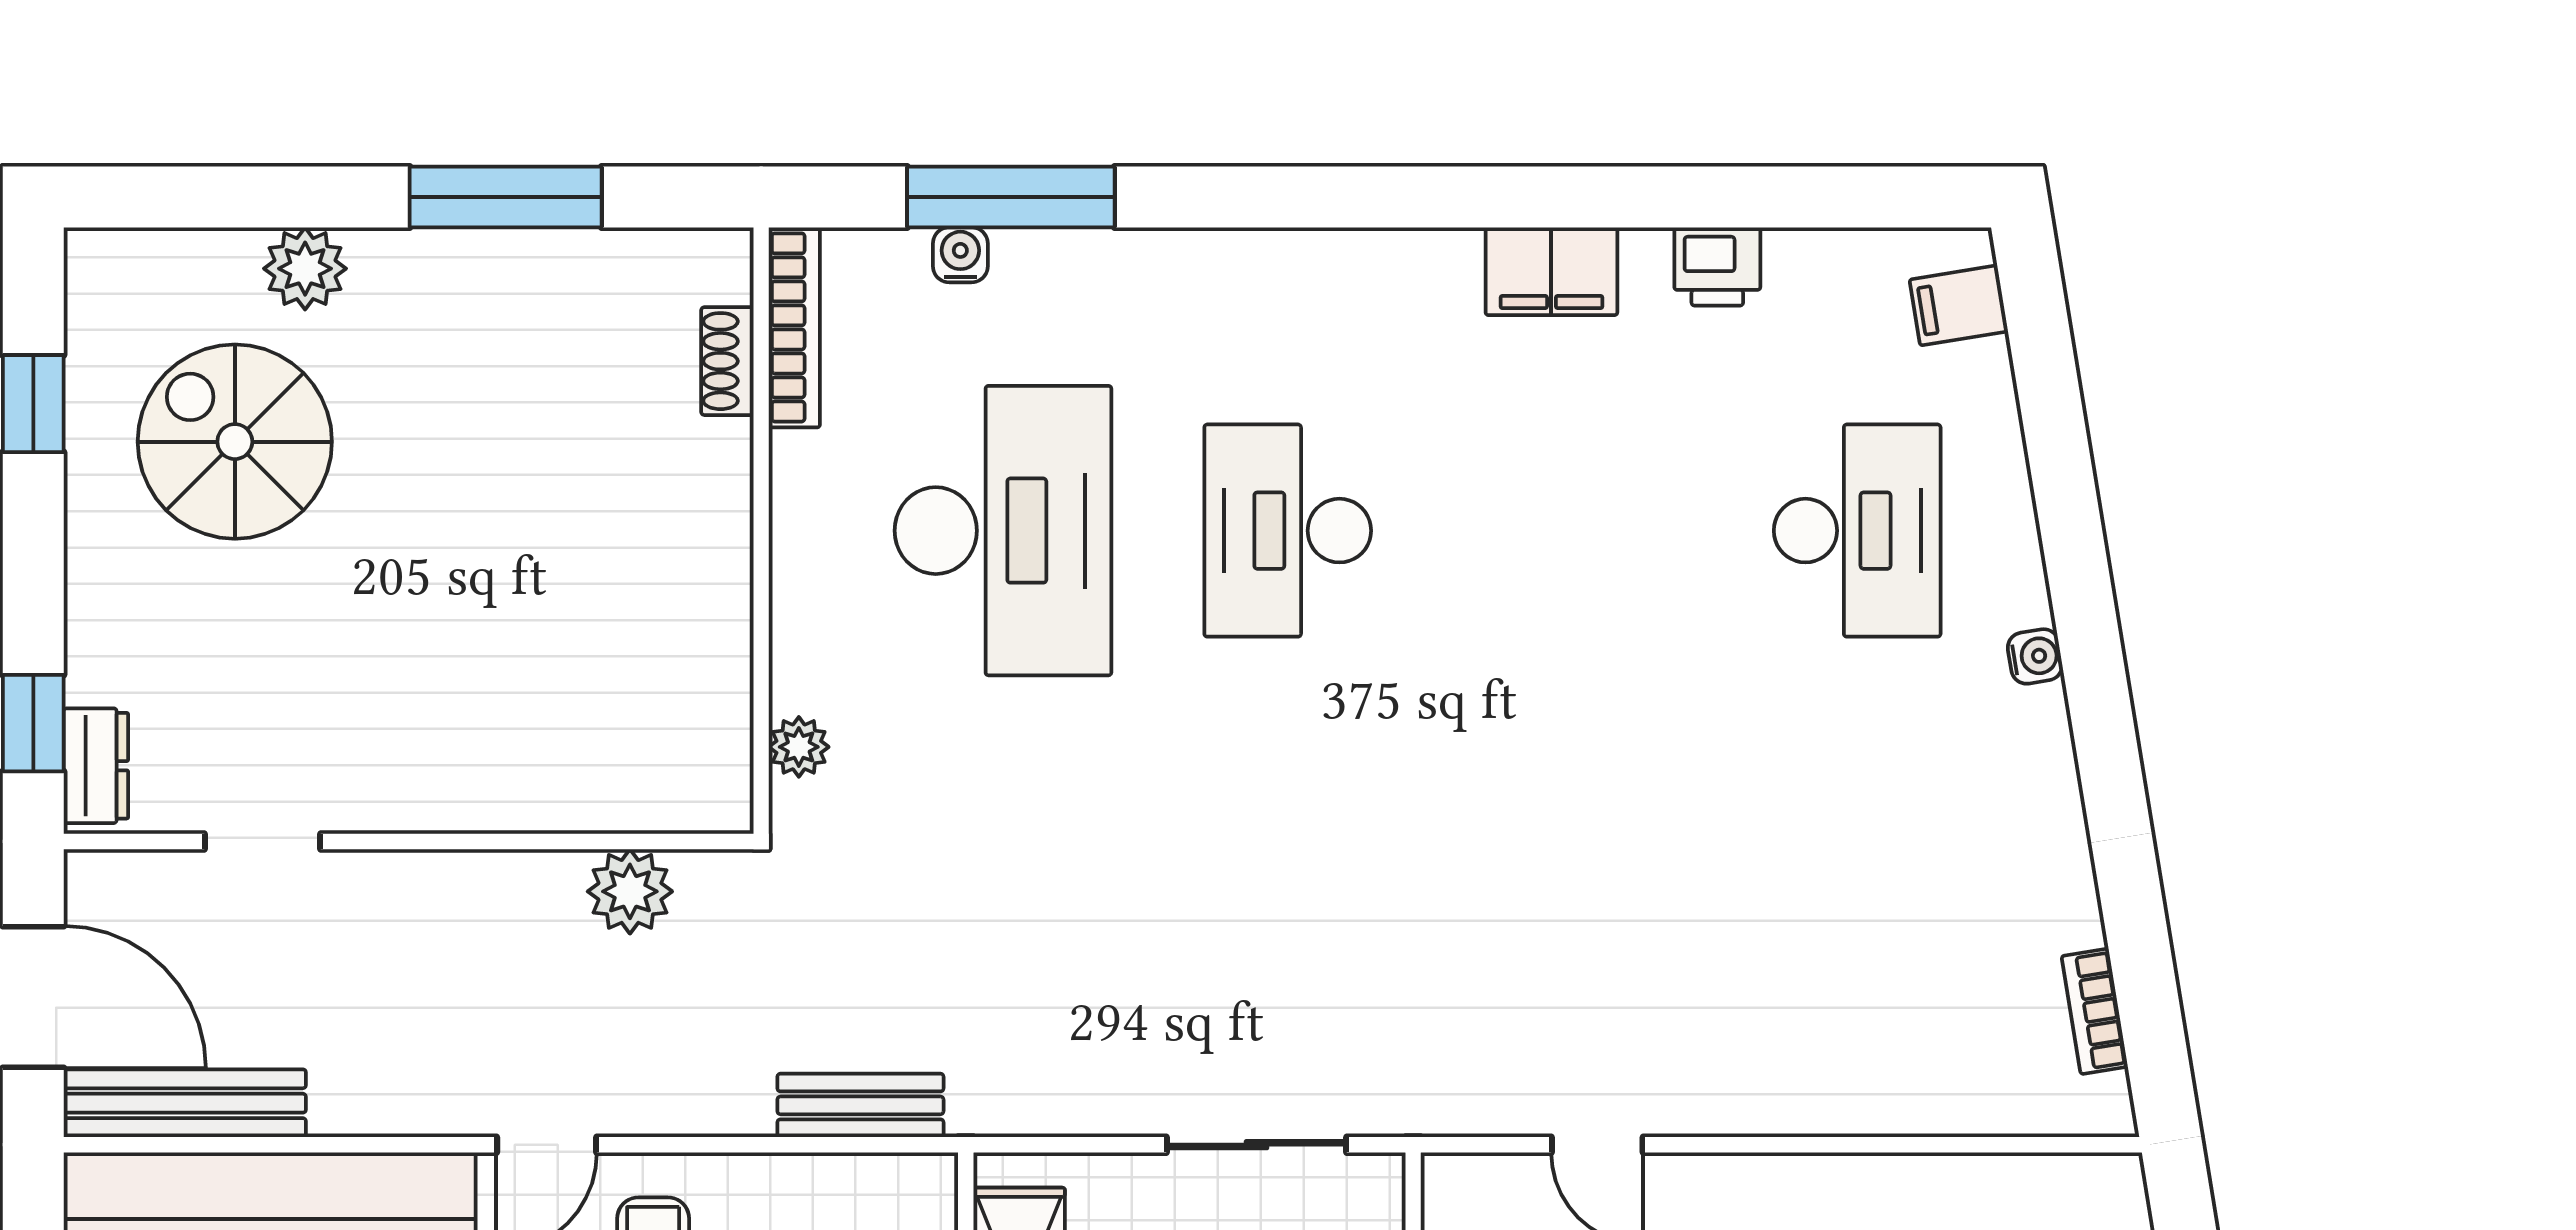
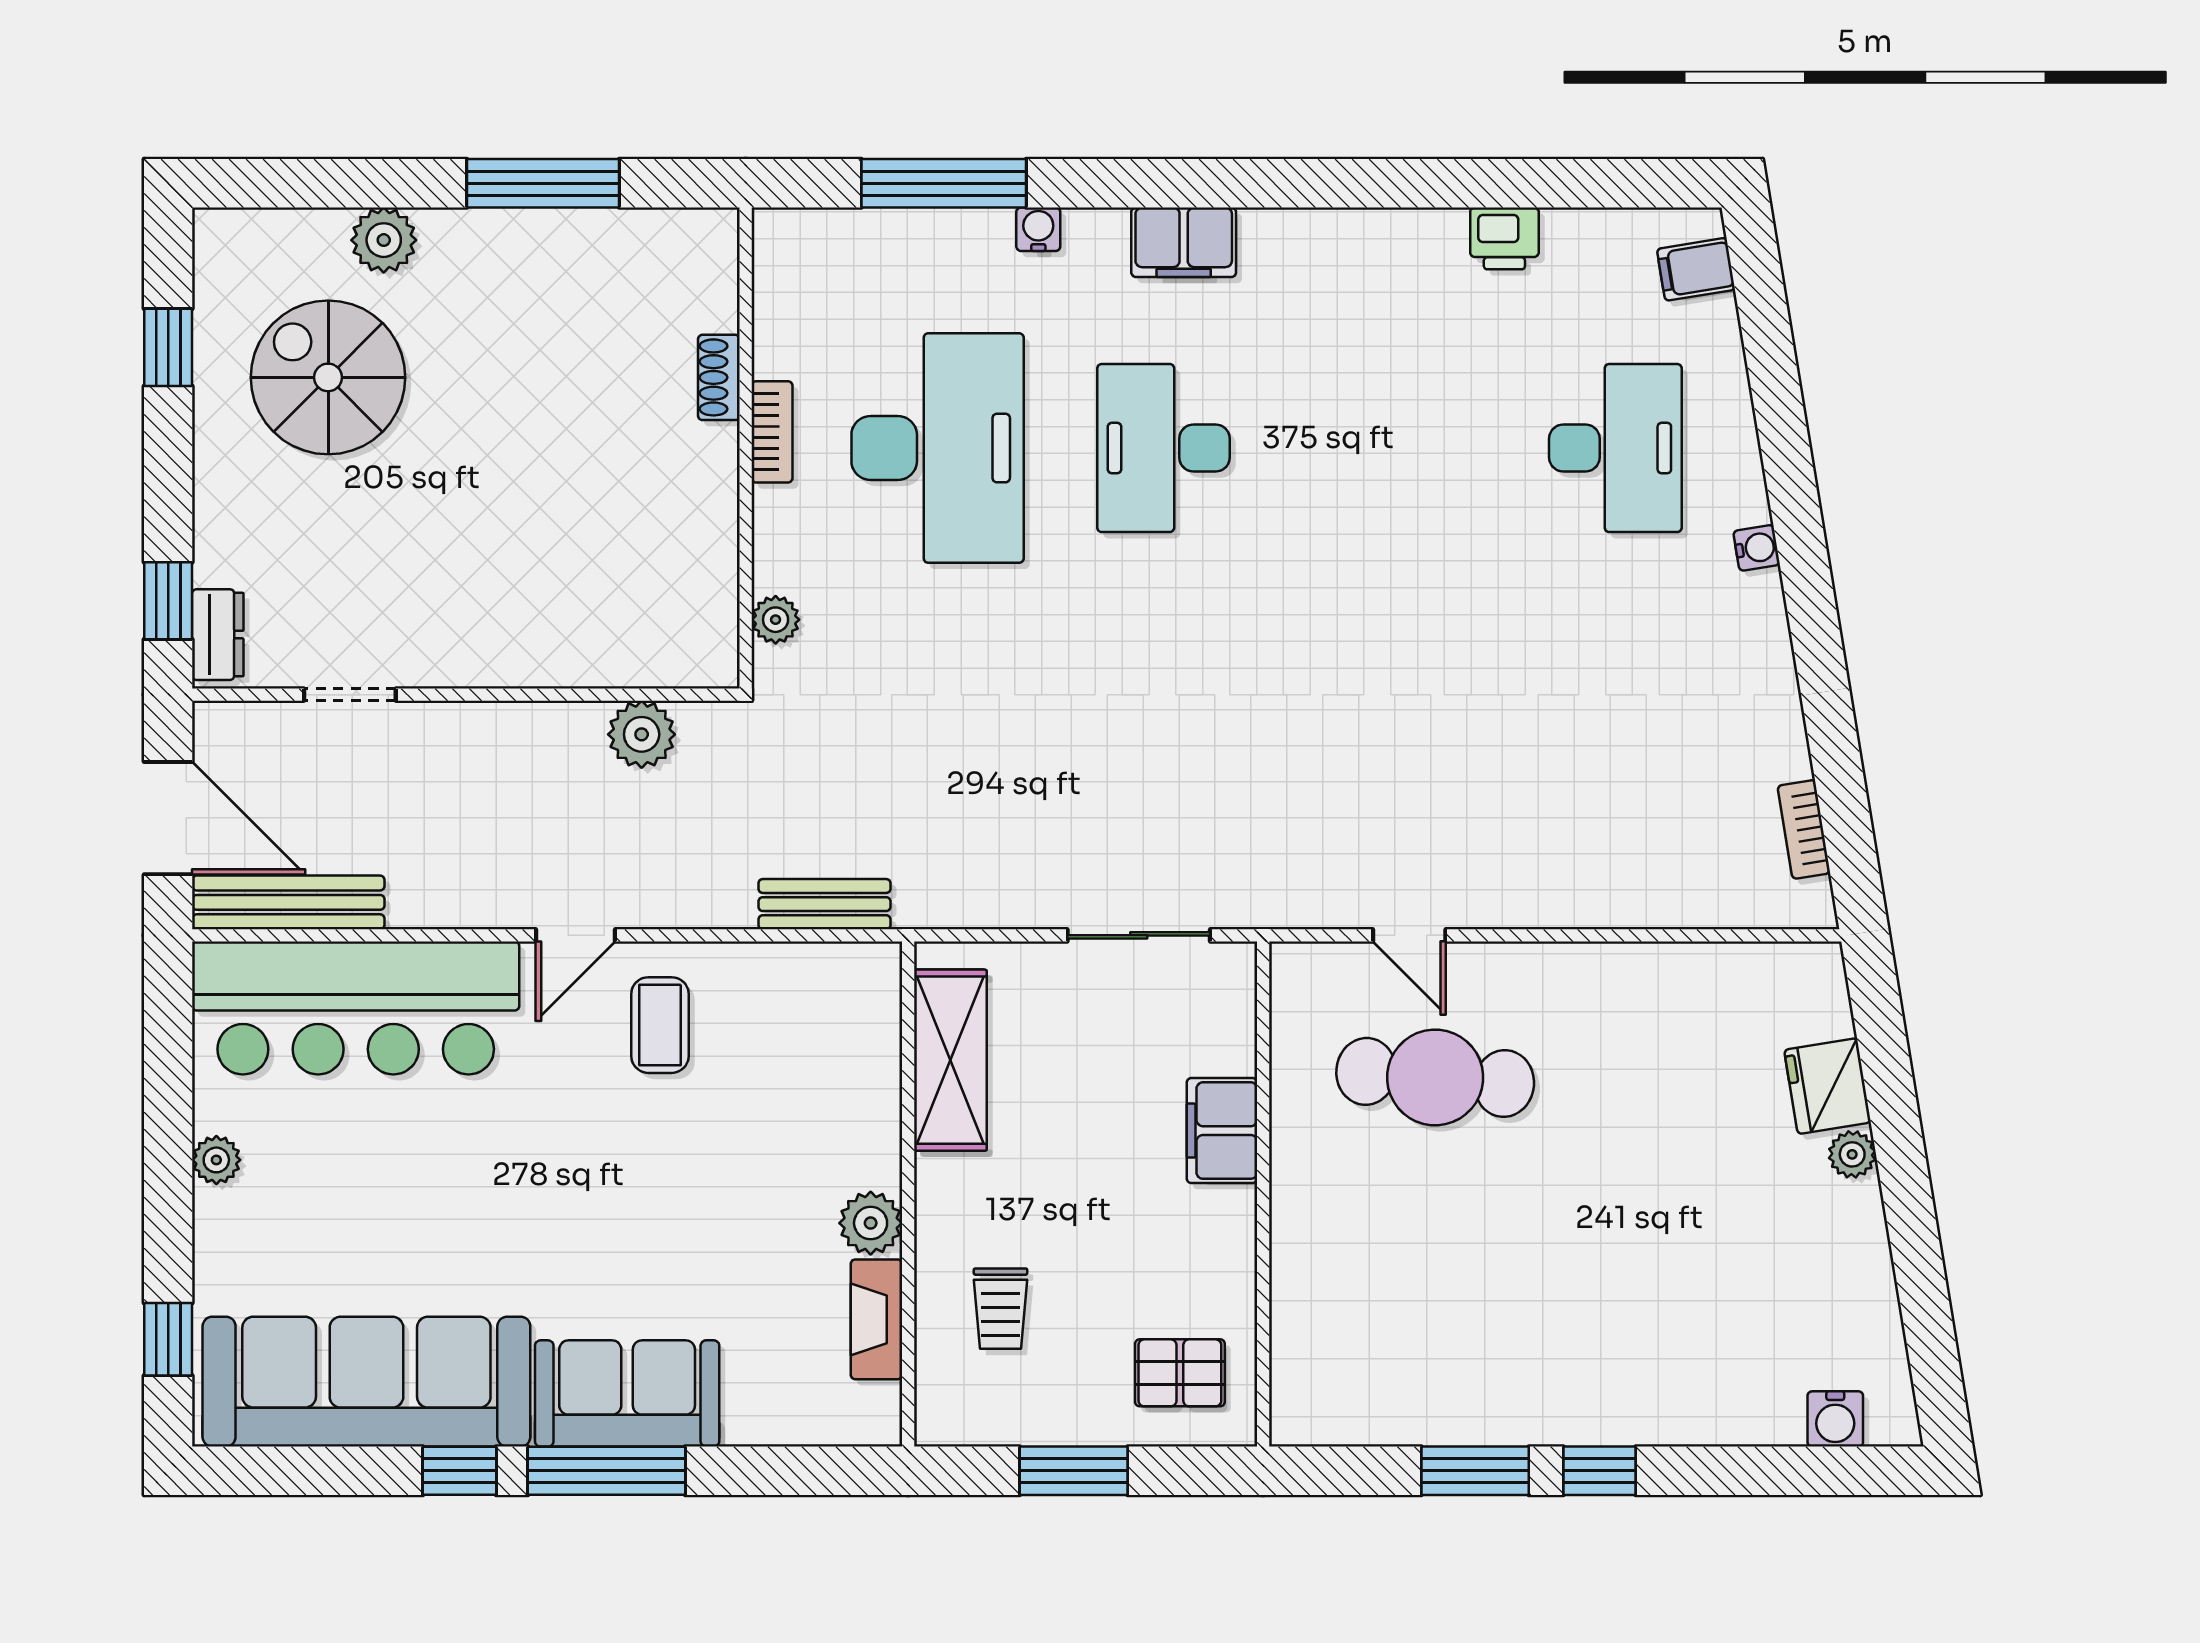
water cooler: (960, 255) -> (1038, 229), moved
filing cabinet: (1551, 271) -> (1184, 242), moved
bookcase: (794, 327) -> (772, 432), moved, width x0.64
shoe rack: (727, 361) -> (719, 377), moved

